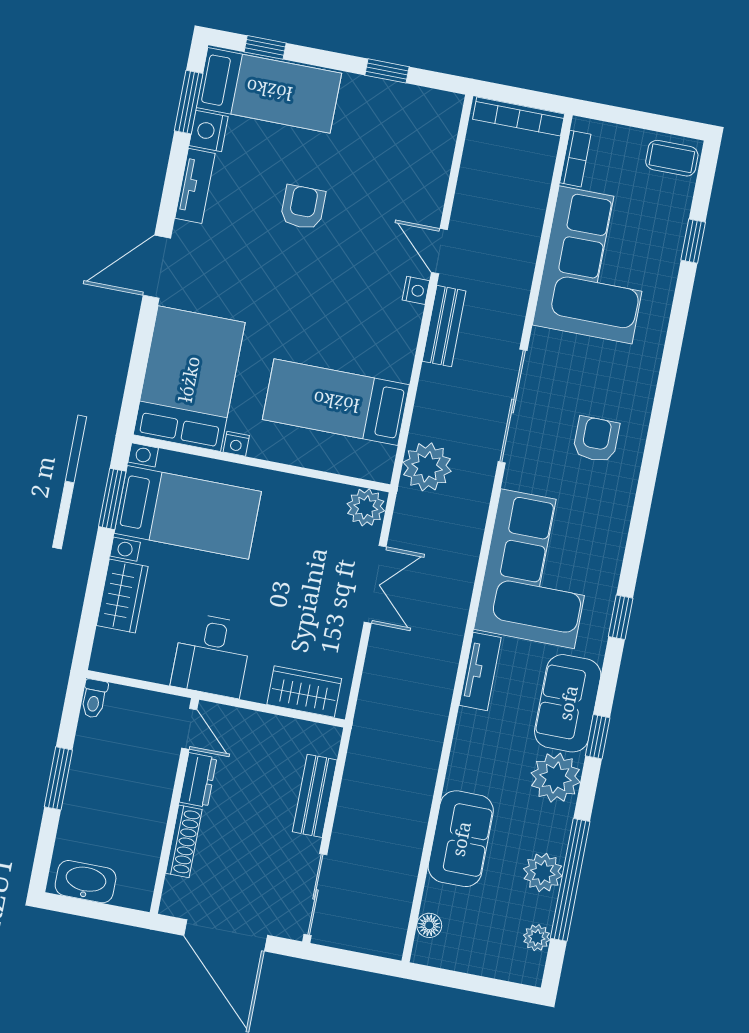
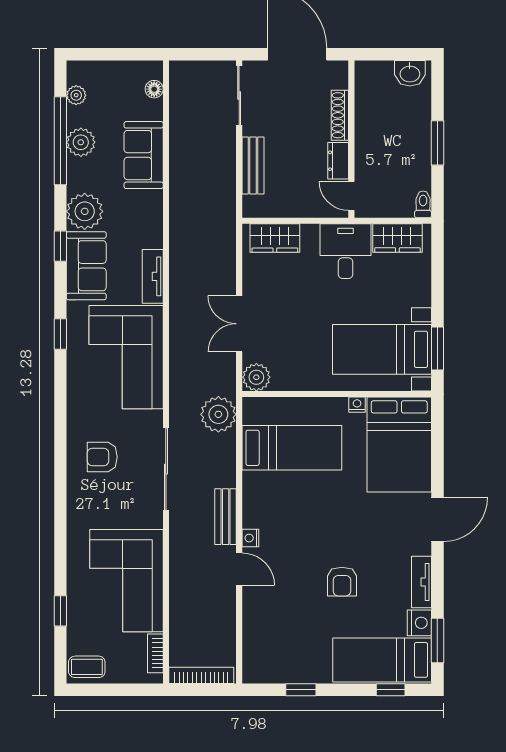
armchair: (596, 439) -> (102, 457), turned 90
wardrobe: (122, 596) -> (397, 238), moved, turned -90
washbasin: (86, 882) -> (410, 73), width x0.72

